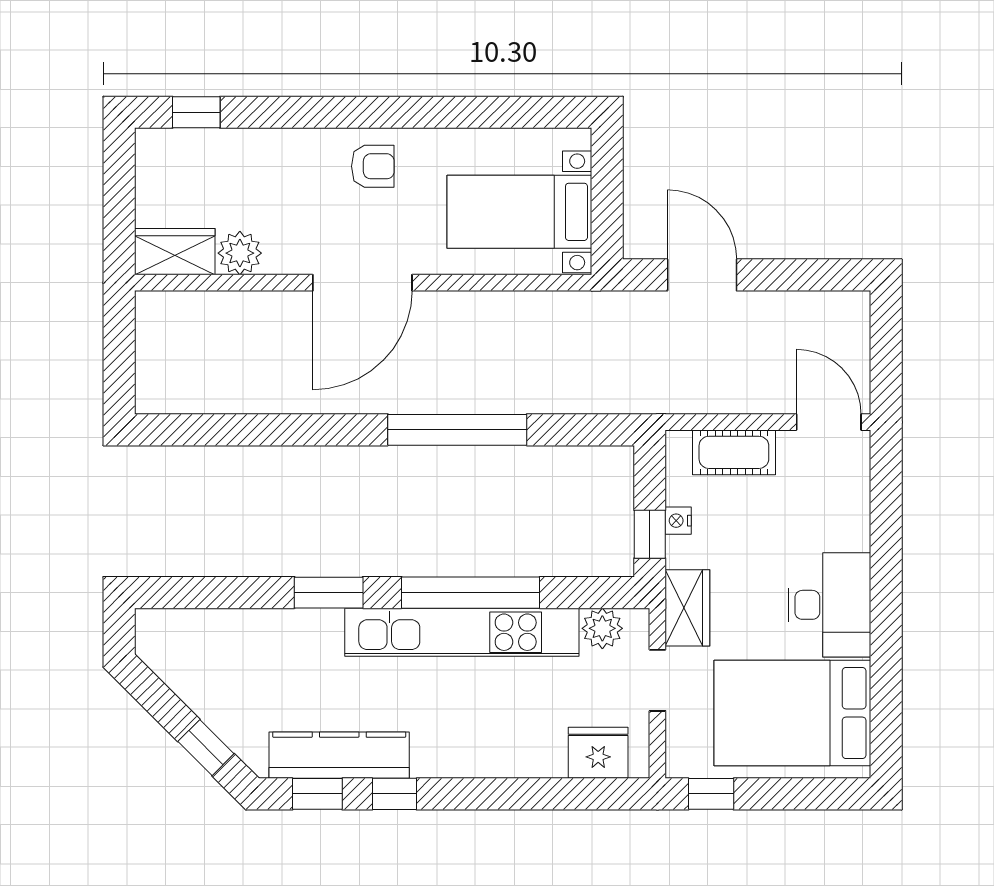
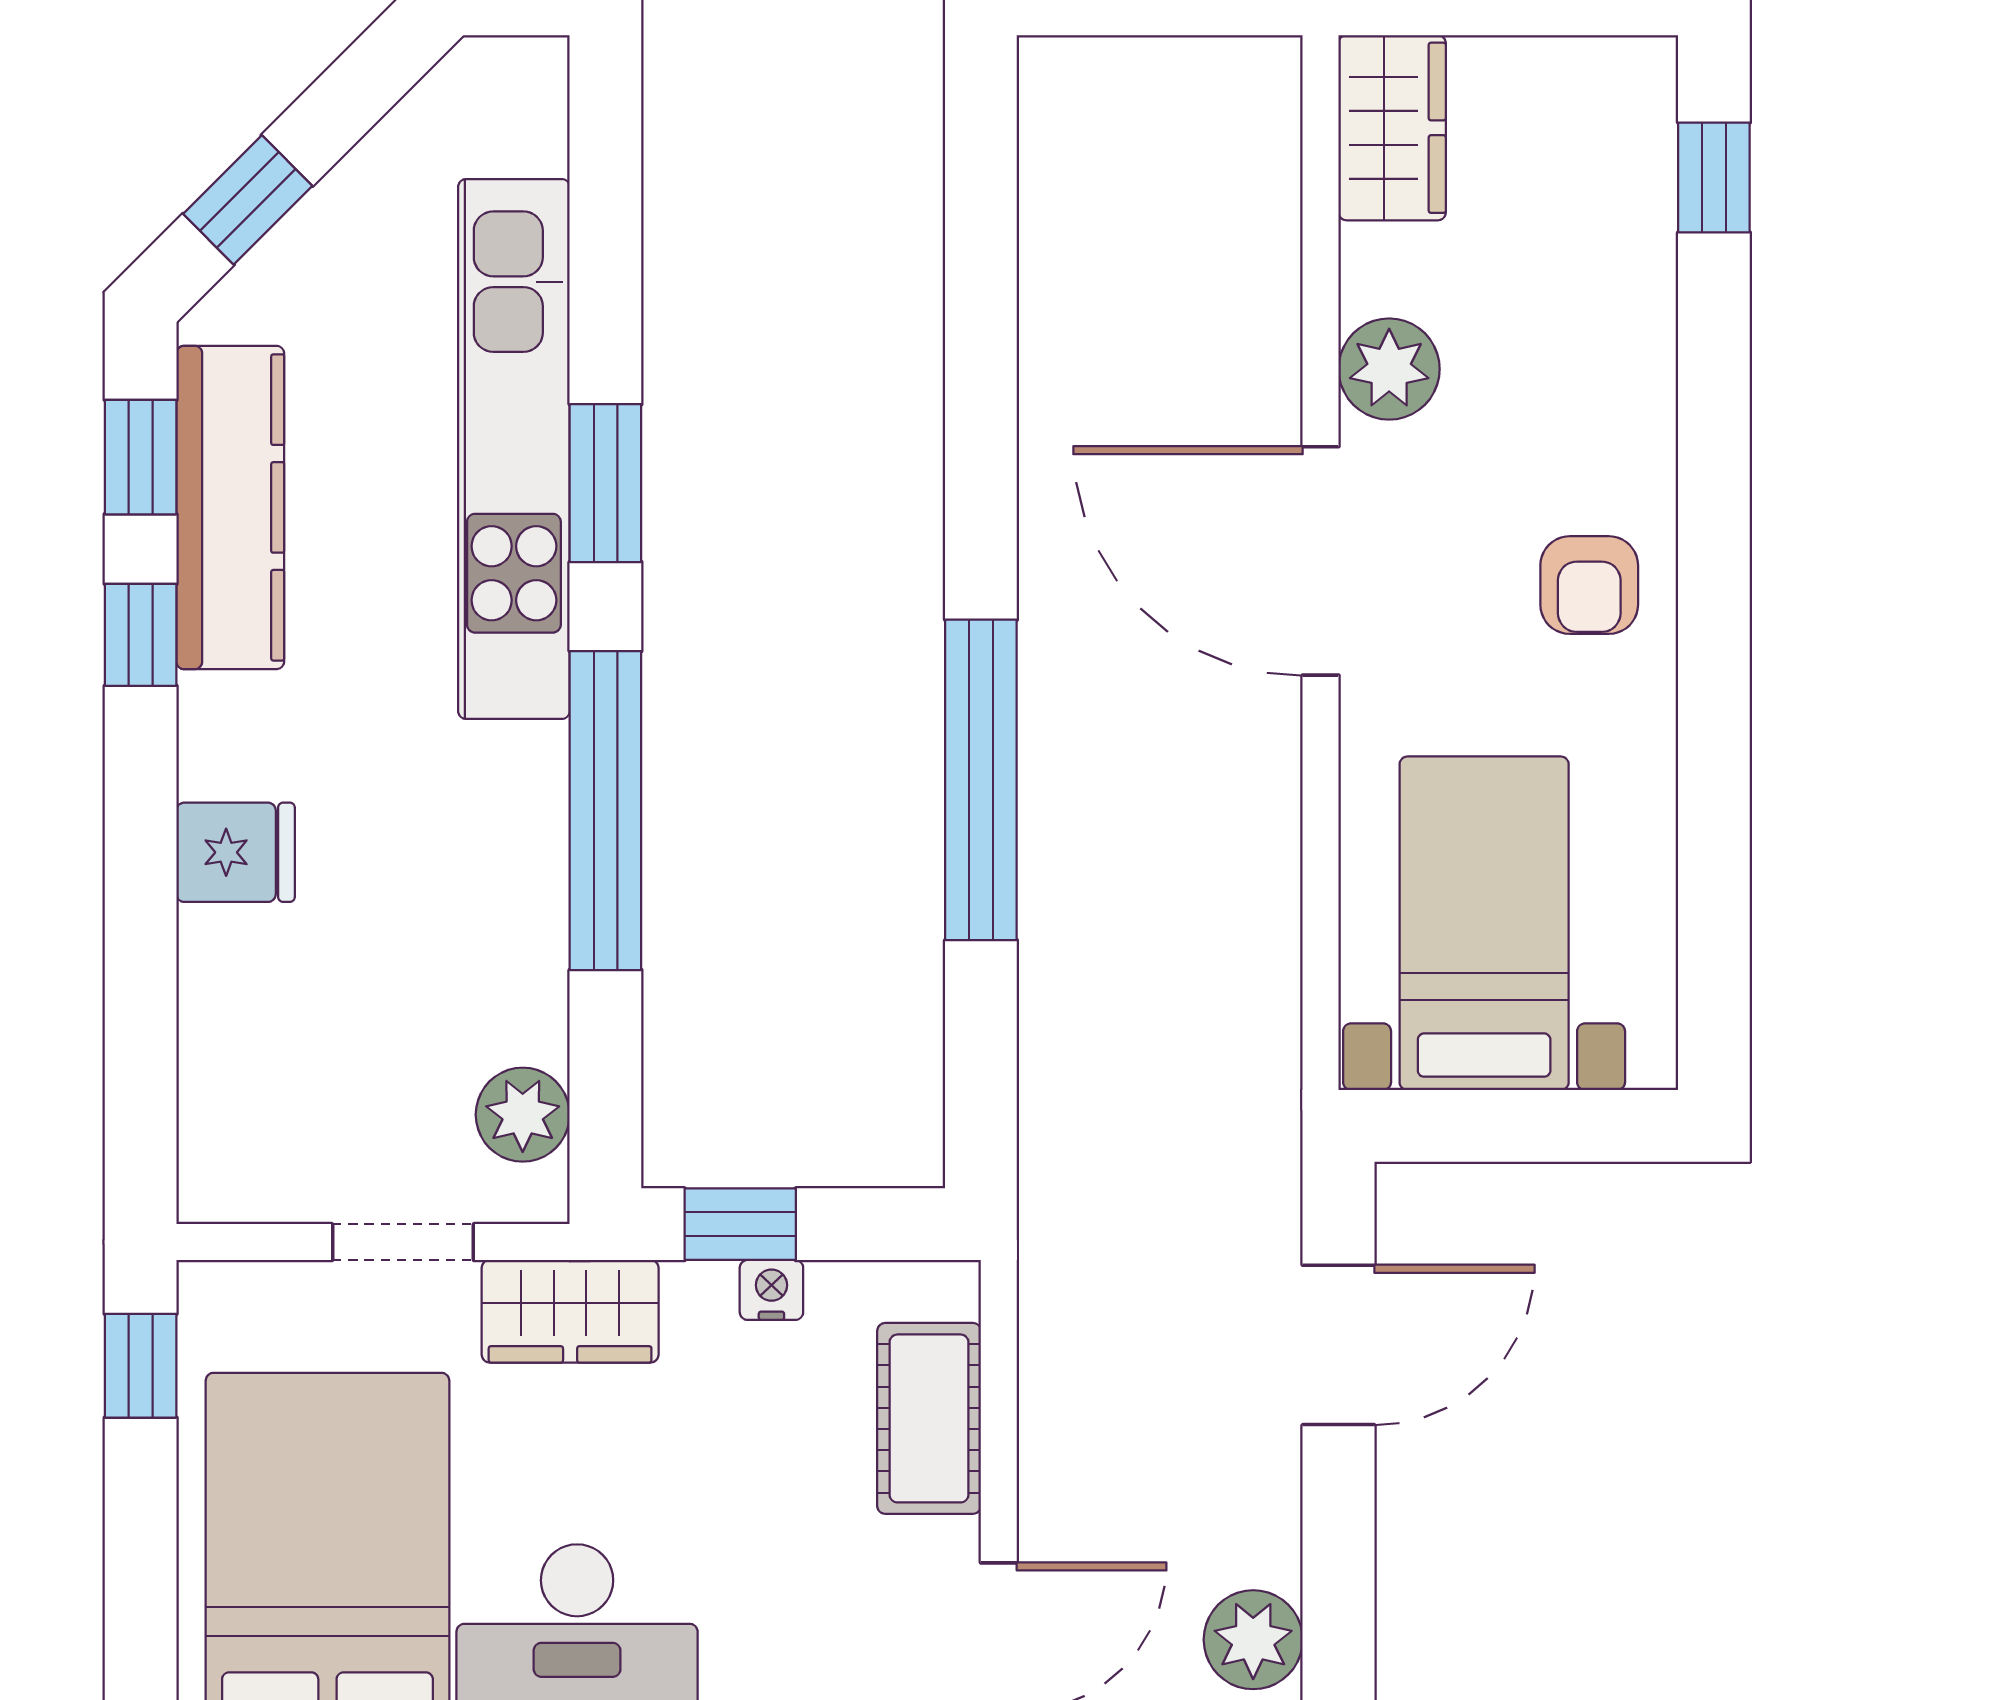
plant: (240, 253) -> (1389, 369), moved
plant: (830, 312) -> (1253, 1640), added
kitchen unit: (462, 632) -> (514, 449), moved
fridge: (598, 753) -> (236, 852), moved, width x0.72

